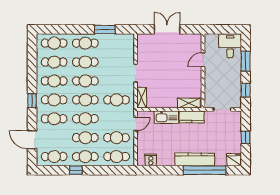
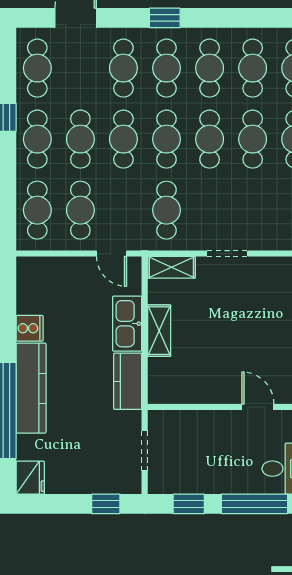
window: (246, 61) -> (254, 504), width x1.44
shelving: (189, 103) -> (159, 331), moved
window: (246, 137) -> (106, 504), moved
cooker: (151, 160) -> (30, 328), moved

